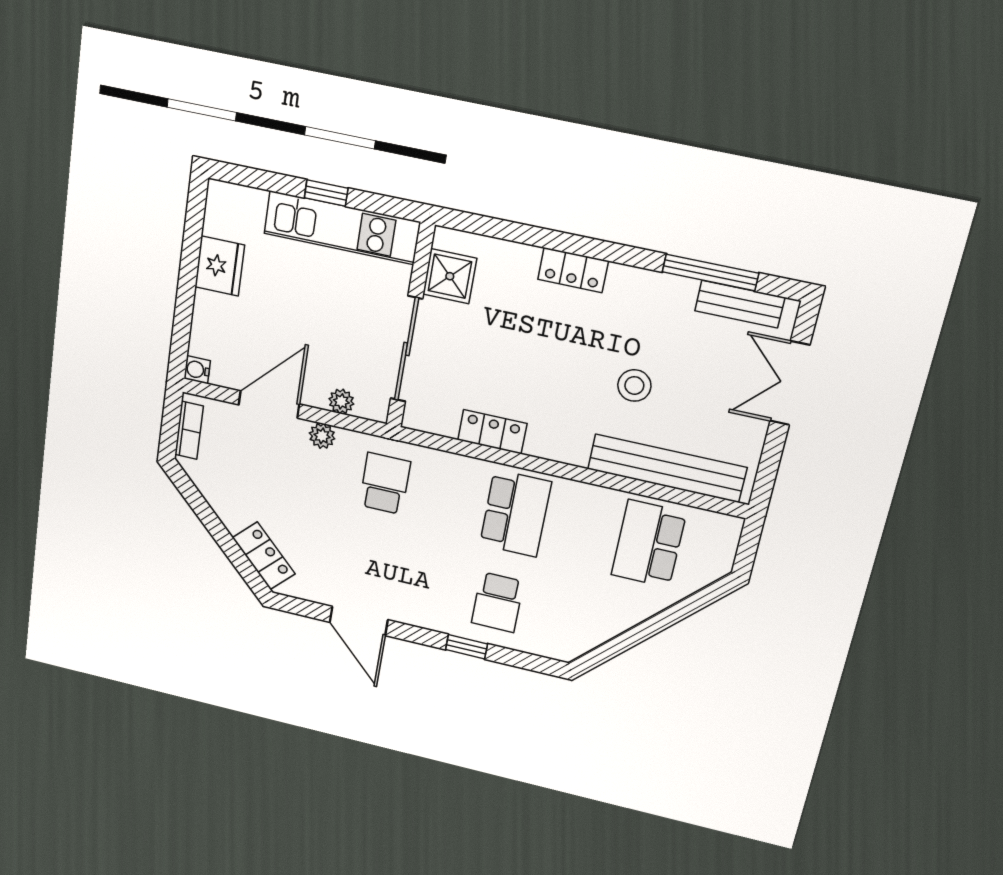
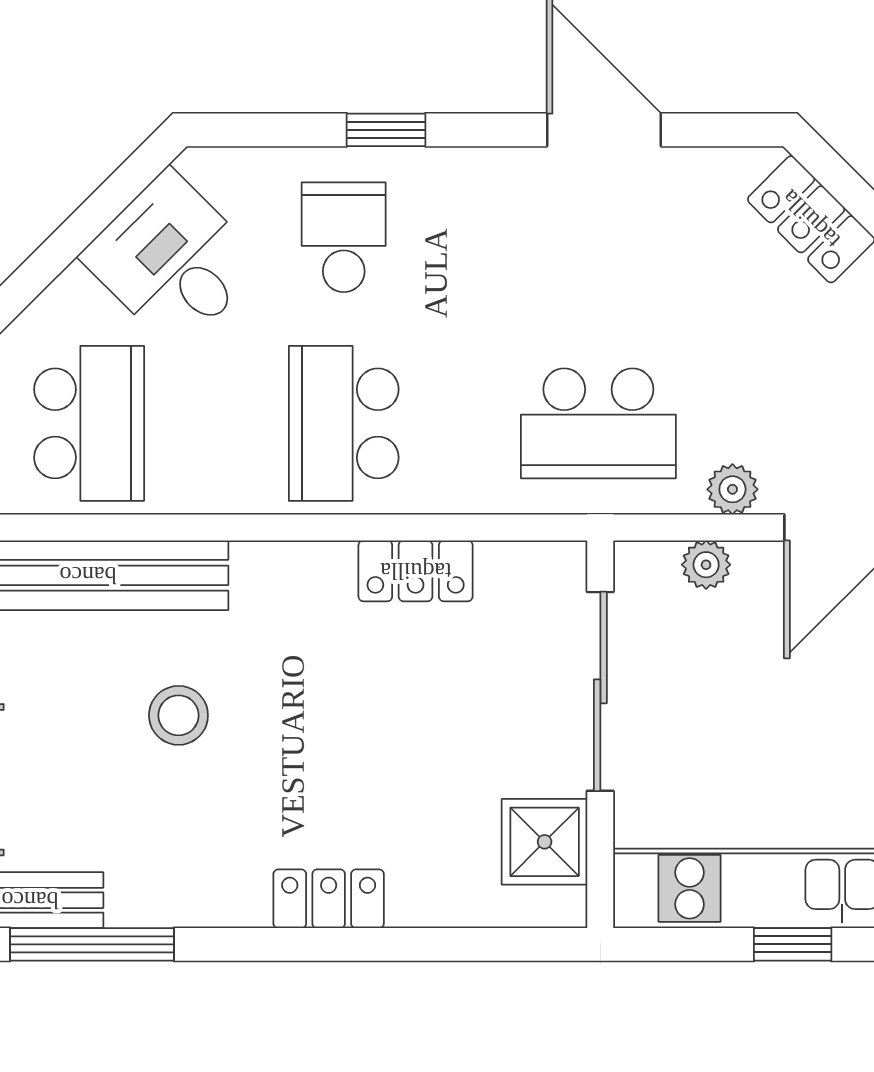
school desk: (385, 484) -> (598, 423), width x1.85
desk: (587, 612) -> (173, 260), added

